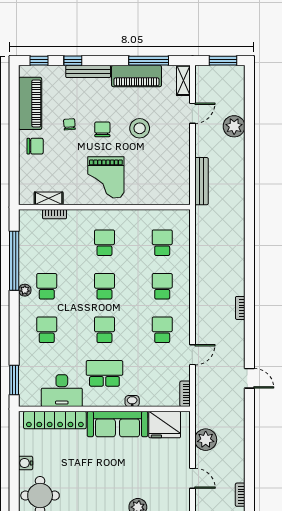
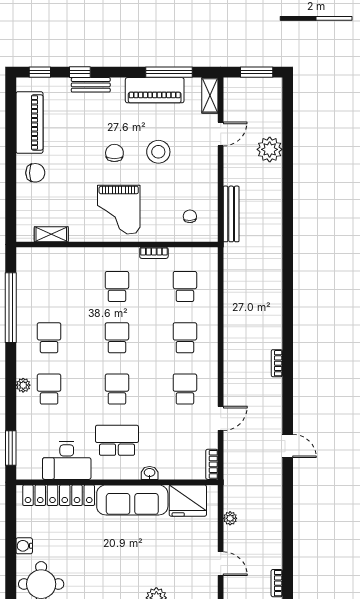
bench: (88, 71) -> (91, 85), width x0.73
chair: (69, 124) -> (190, 216), moved
bookcase: (55, 214) -> (154, 253), moved
plant: (25, 290) -> (23, 385), moved
plant: (206, 440) -> (230, 518), width x0.53, depth x0.53

